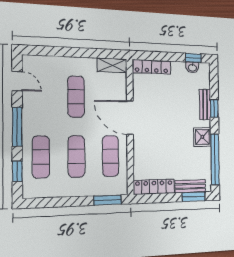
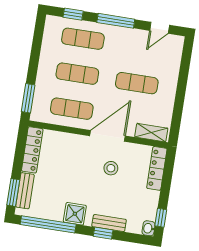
shelving: (112, 65) -> (151, 133), moved, turned 90
washbasin: (192, 67) -> (149, 228), moved
stool: (158, 110) -> (111, 168), added

